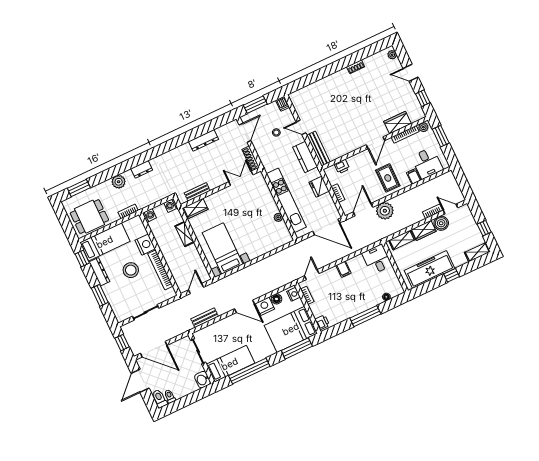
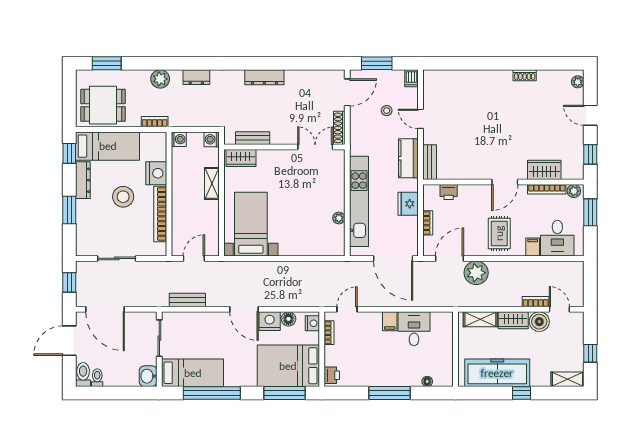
dresser: (203, 140) -> (264, 77), moved
bench: (318, 149) -> (430, 162), width x0.73
desk: (377, 259) -> (414, 329), moved

